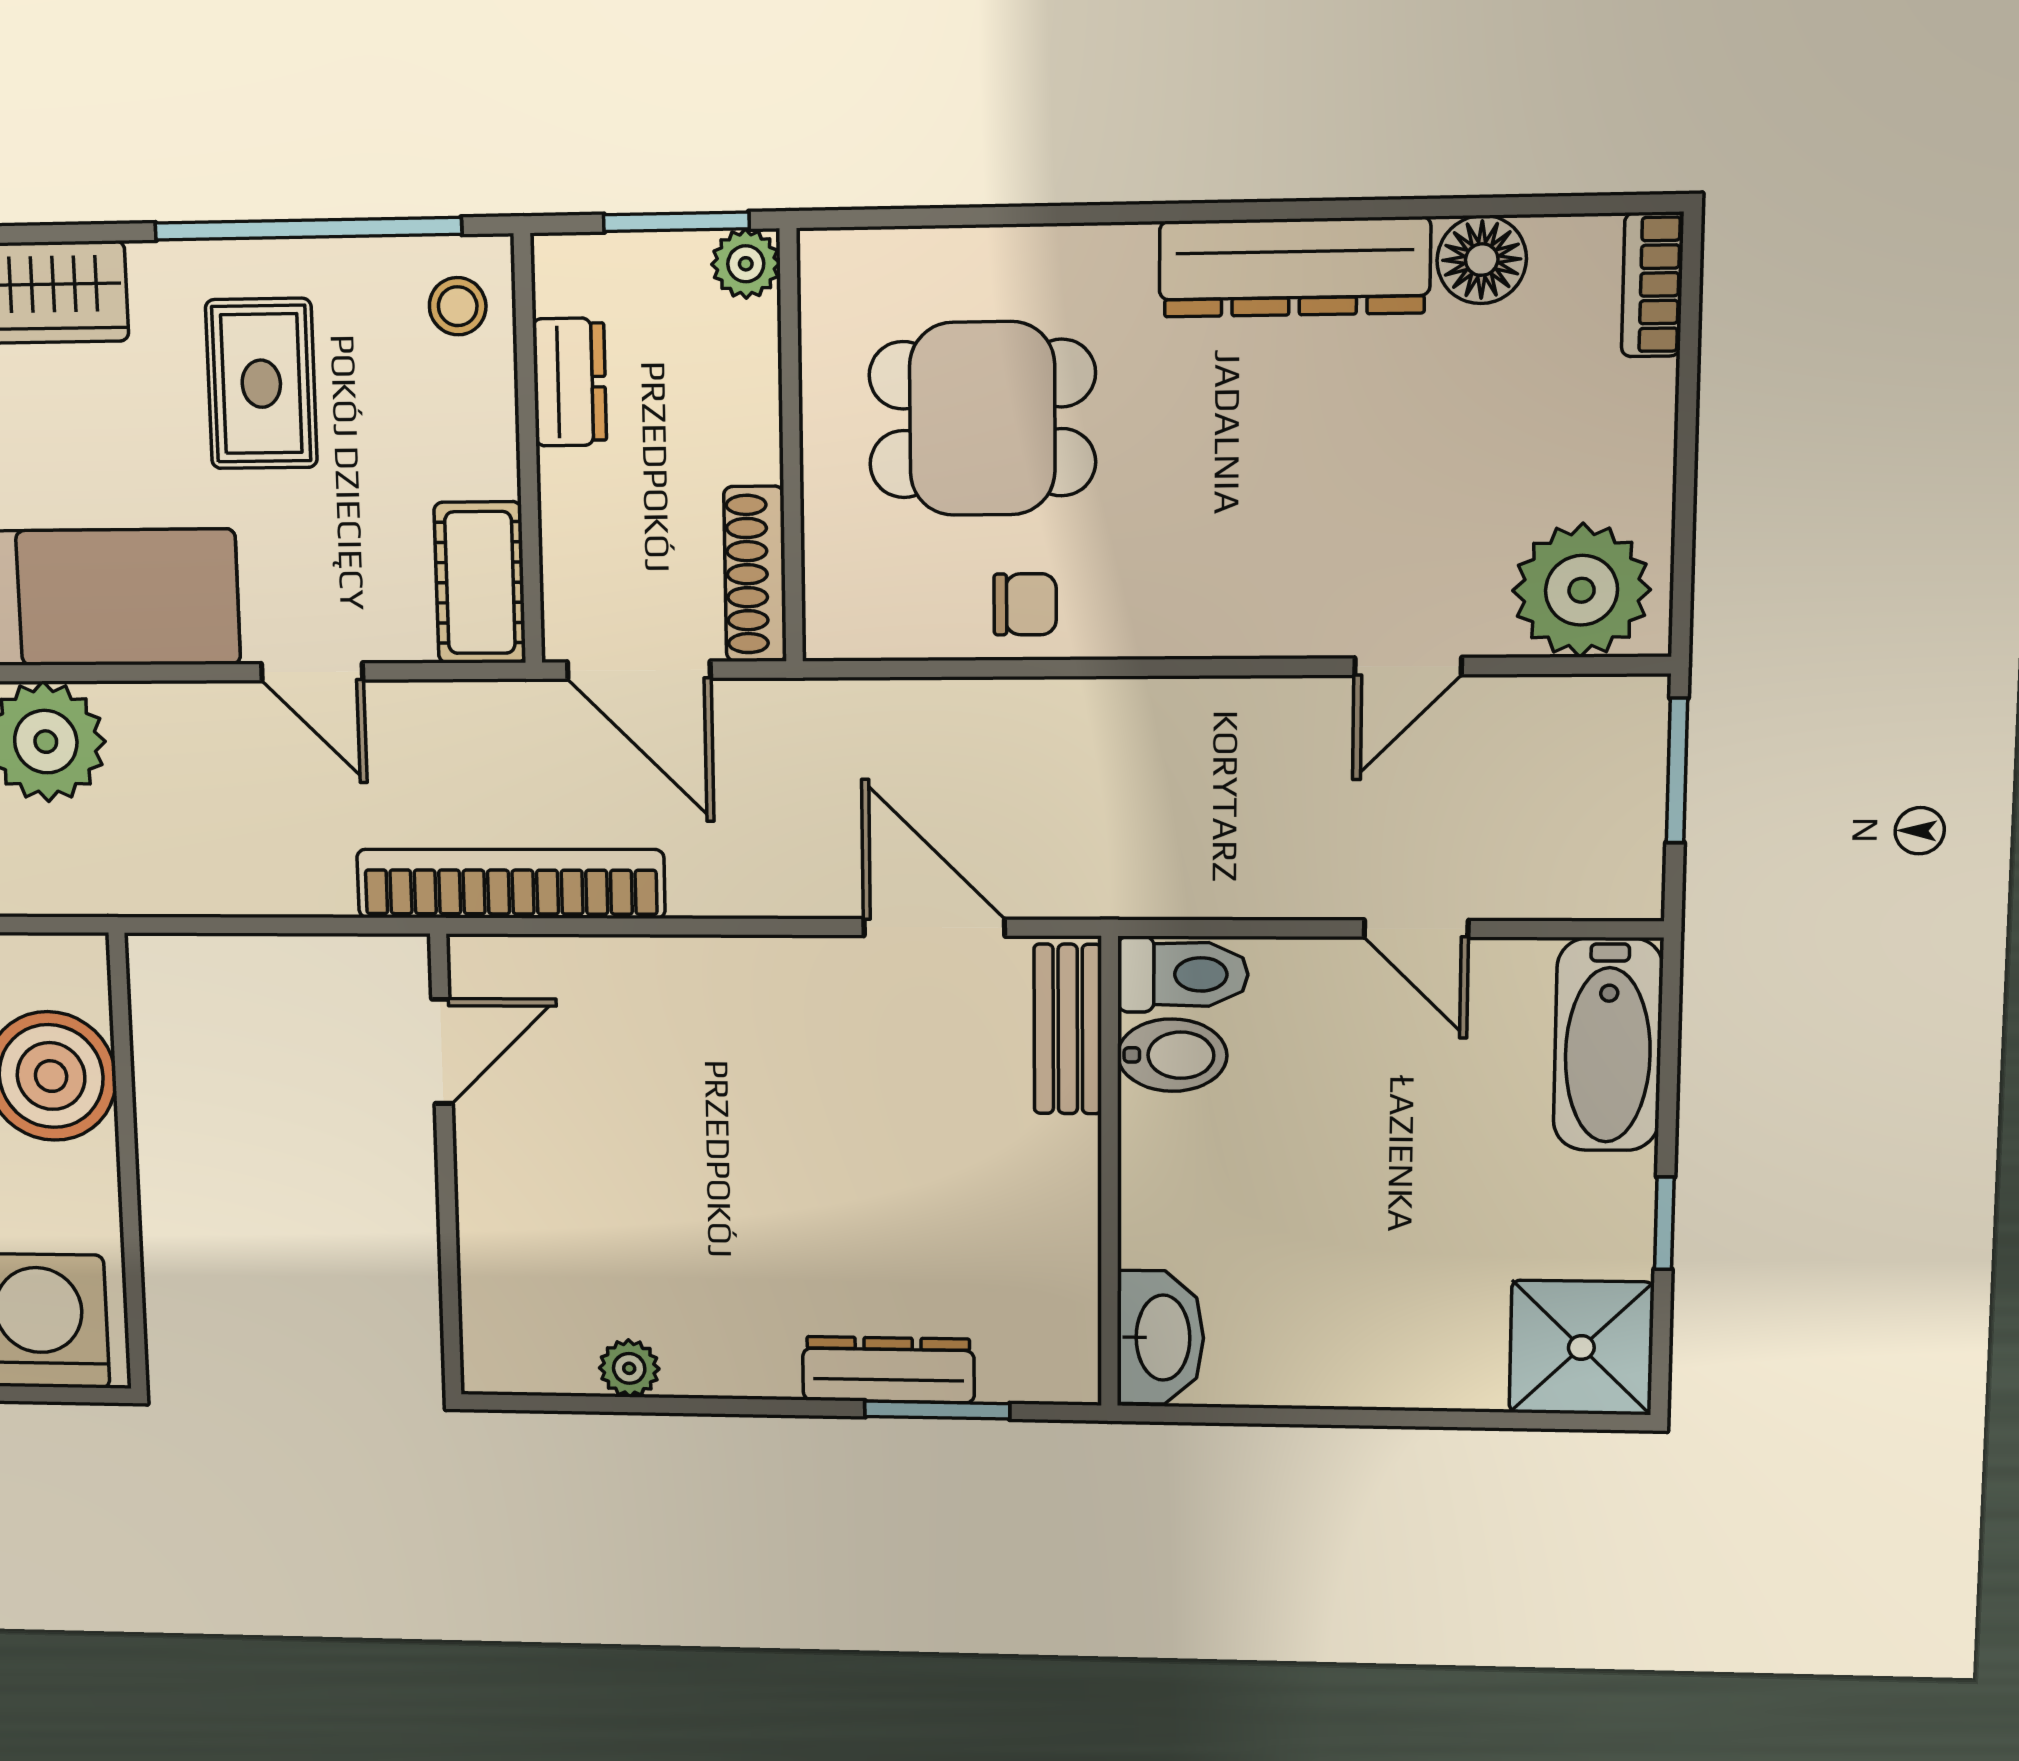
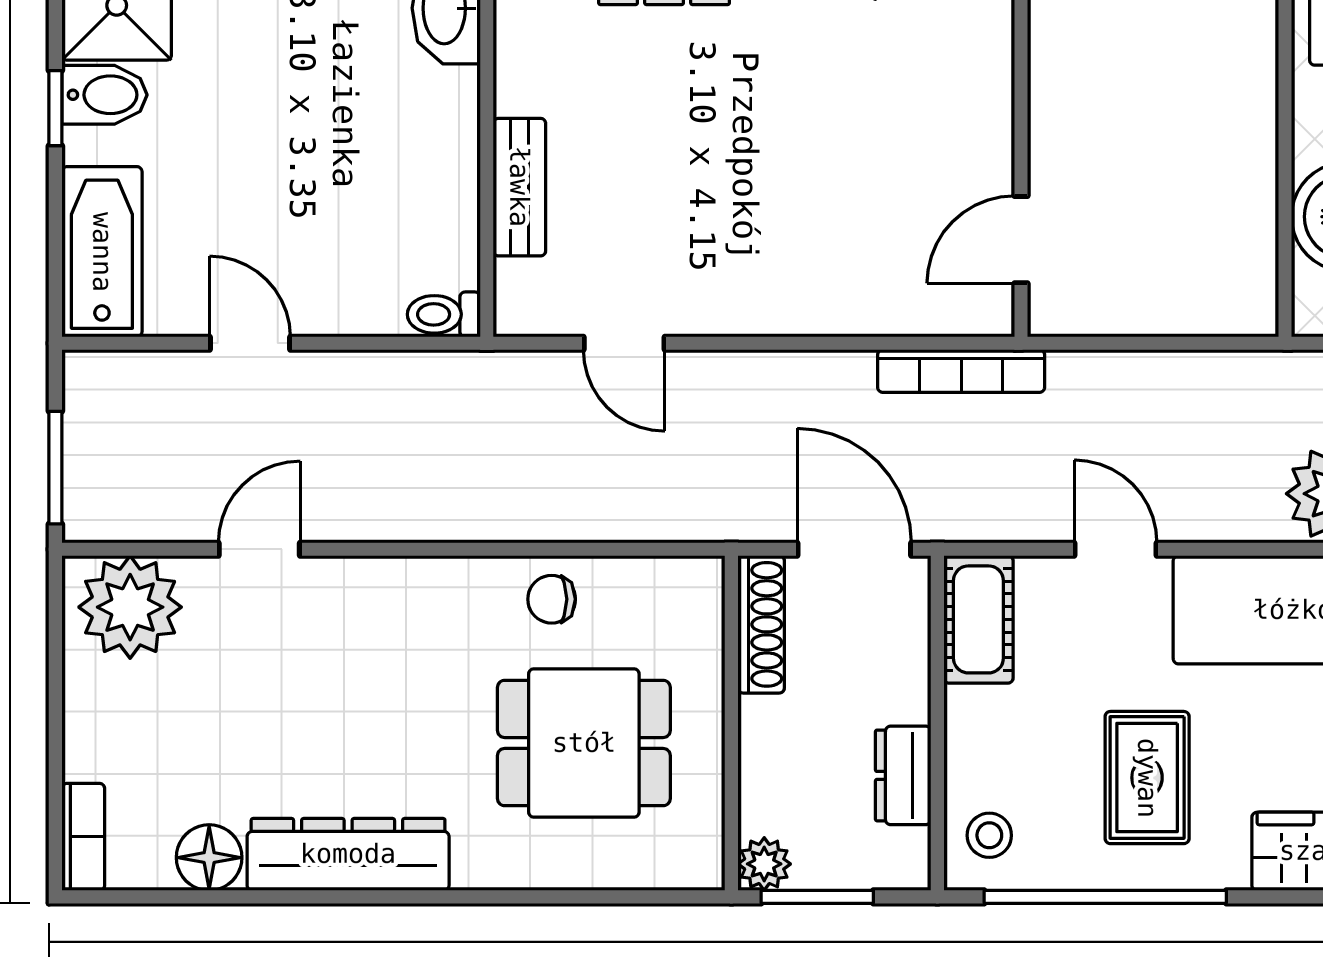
bookcase: (511, 884) -> (961, 371), width x0.68, depth x0.76
door: (934, 927) -> (624, 343), width x0.73
toilet: (1183, 974) -> (444, 314), width x0.73, depth x0.72
bench: (1068, 1029) -> (519, 187), moved
bidet: (1172, 1055) -> (104, 95), moved, turned 180

